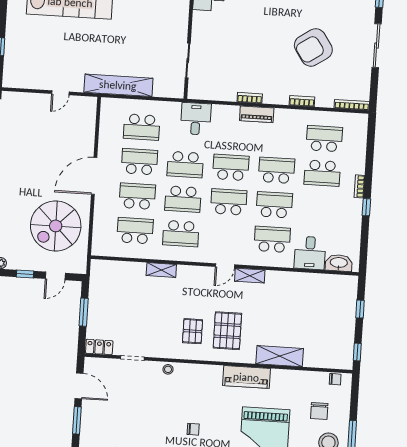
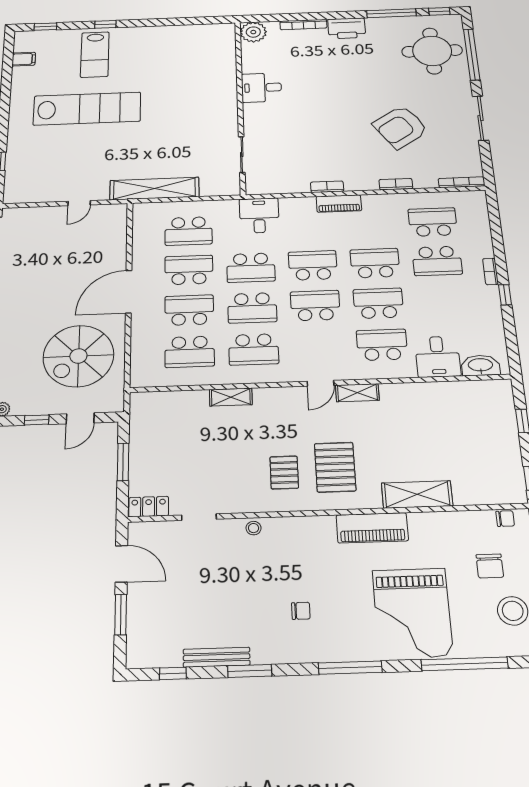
school desk: (135, 231) -> (190, 352), turned 180

